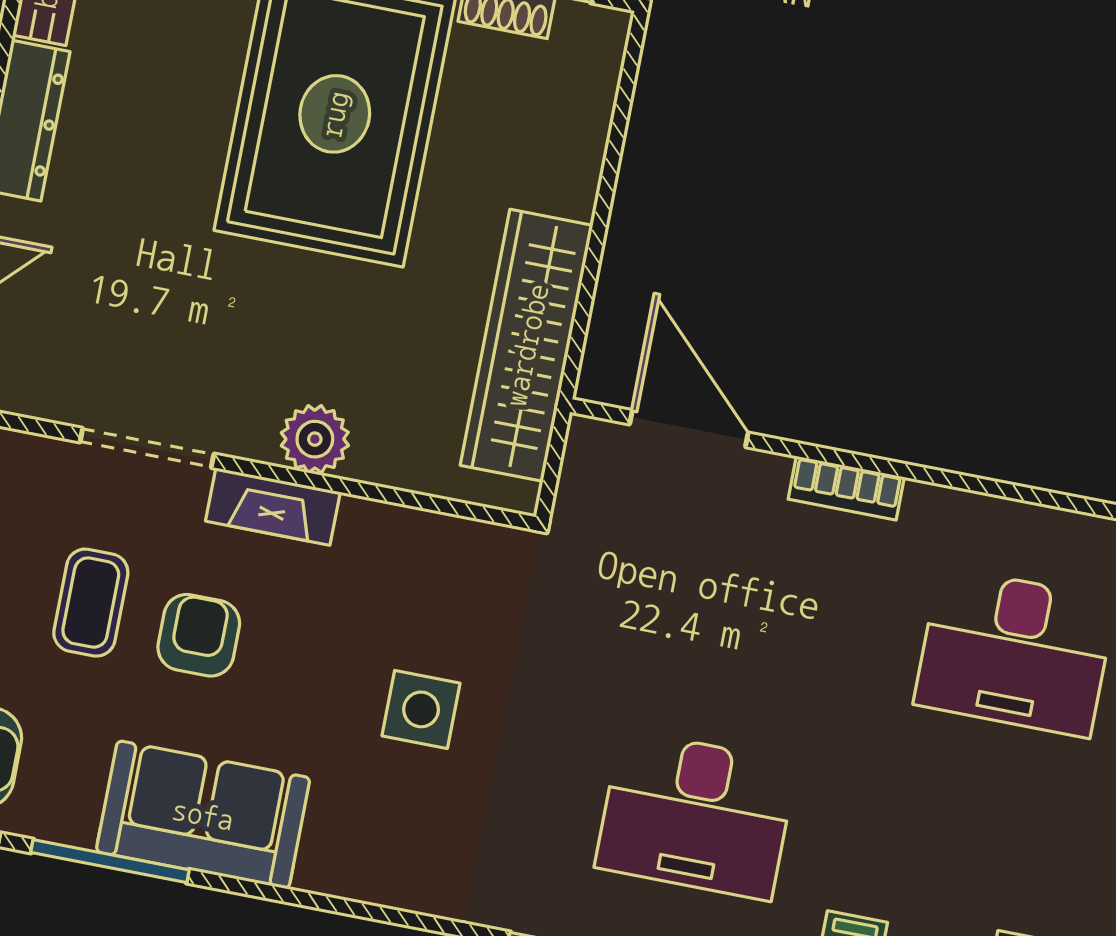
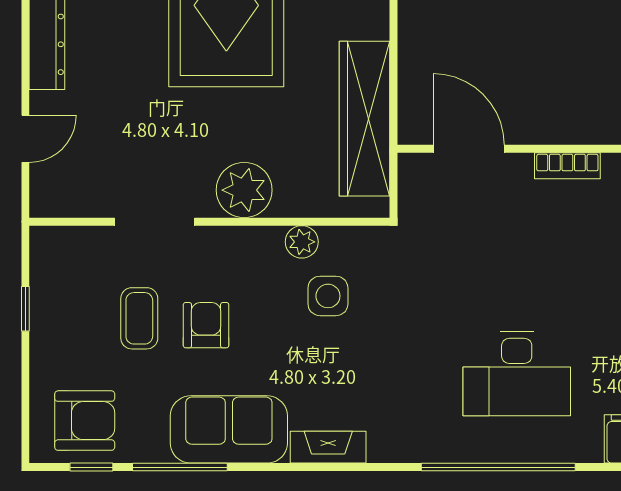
plant: (315, 439) -> (244, 190), width x1.36, depth x1.36
fireplace: (273, 507) -> (328, 447), moved, turned 180
plant: (383, 529) -> (302, 242), added
side table: (421, 709) -> (328, 296), moved

